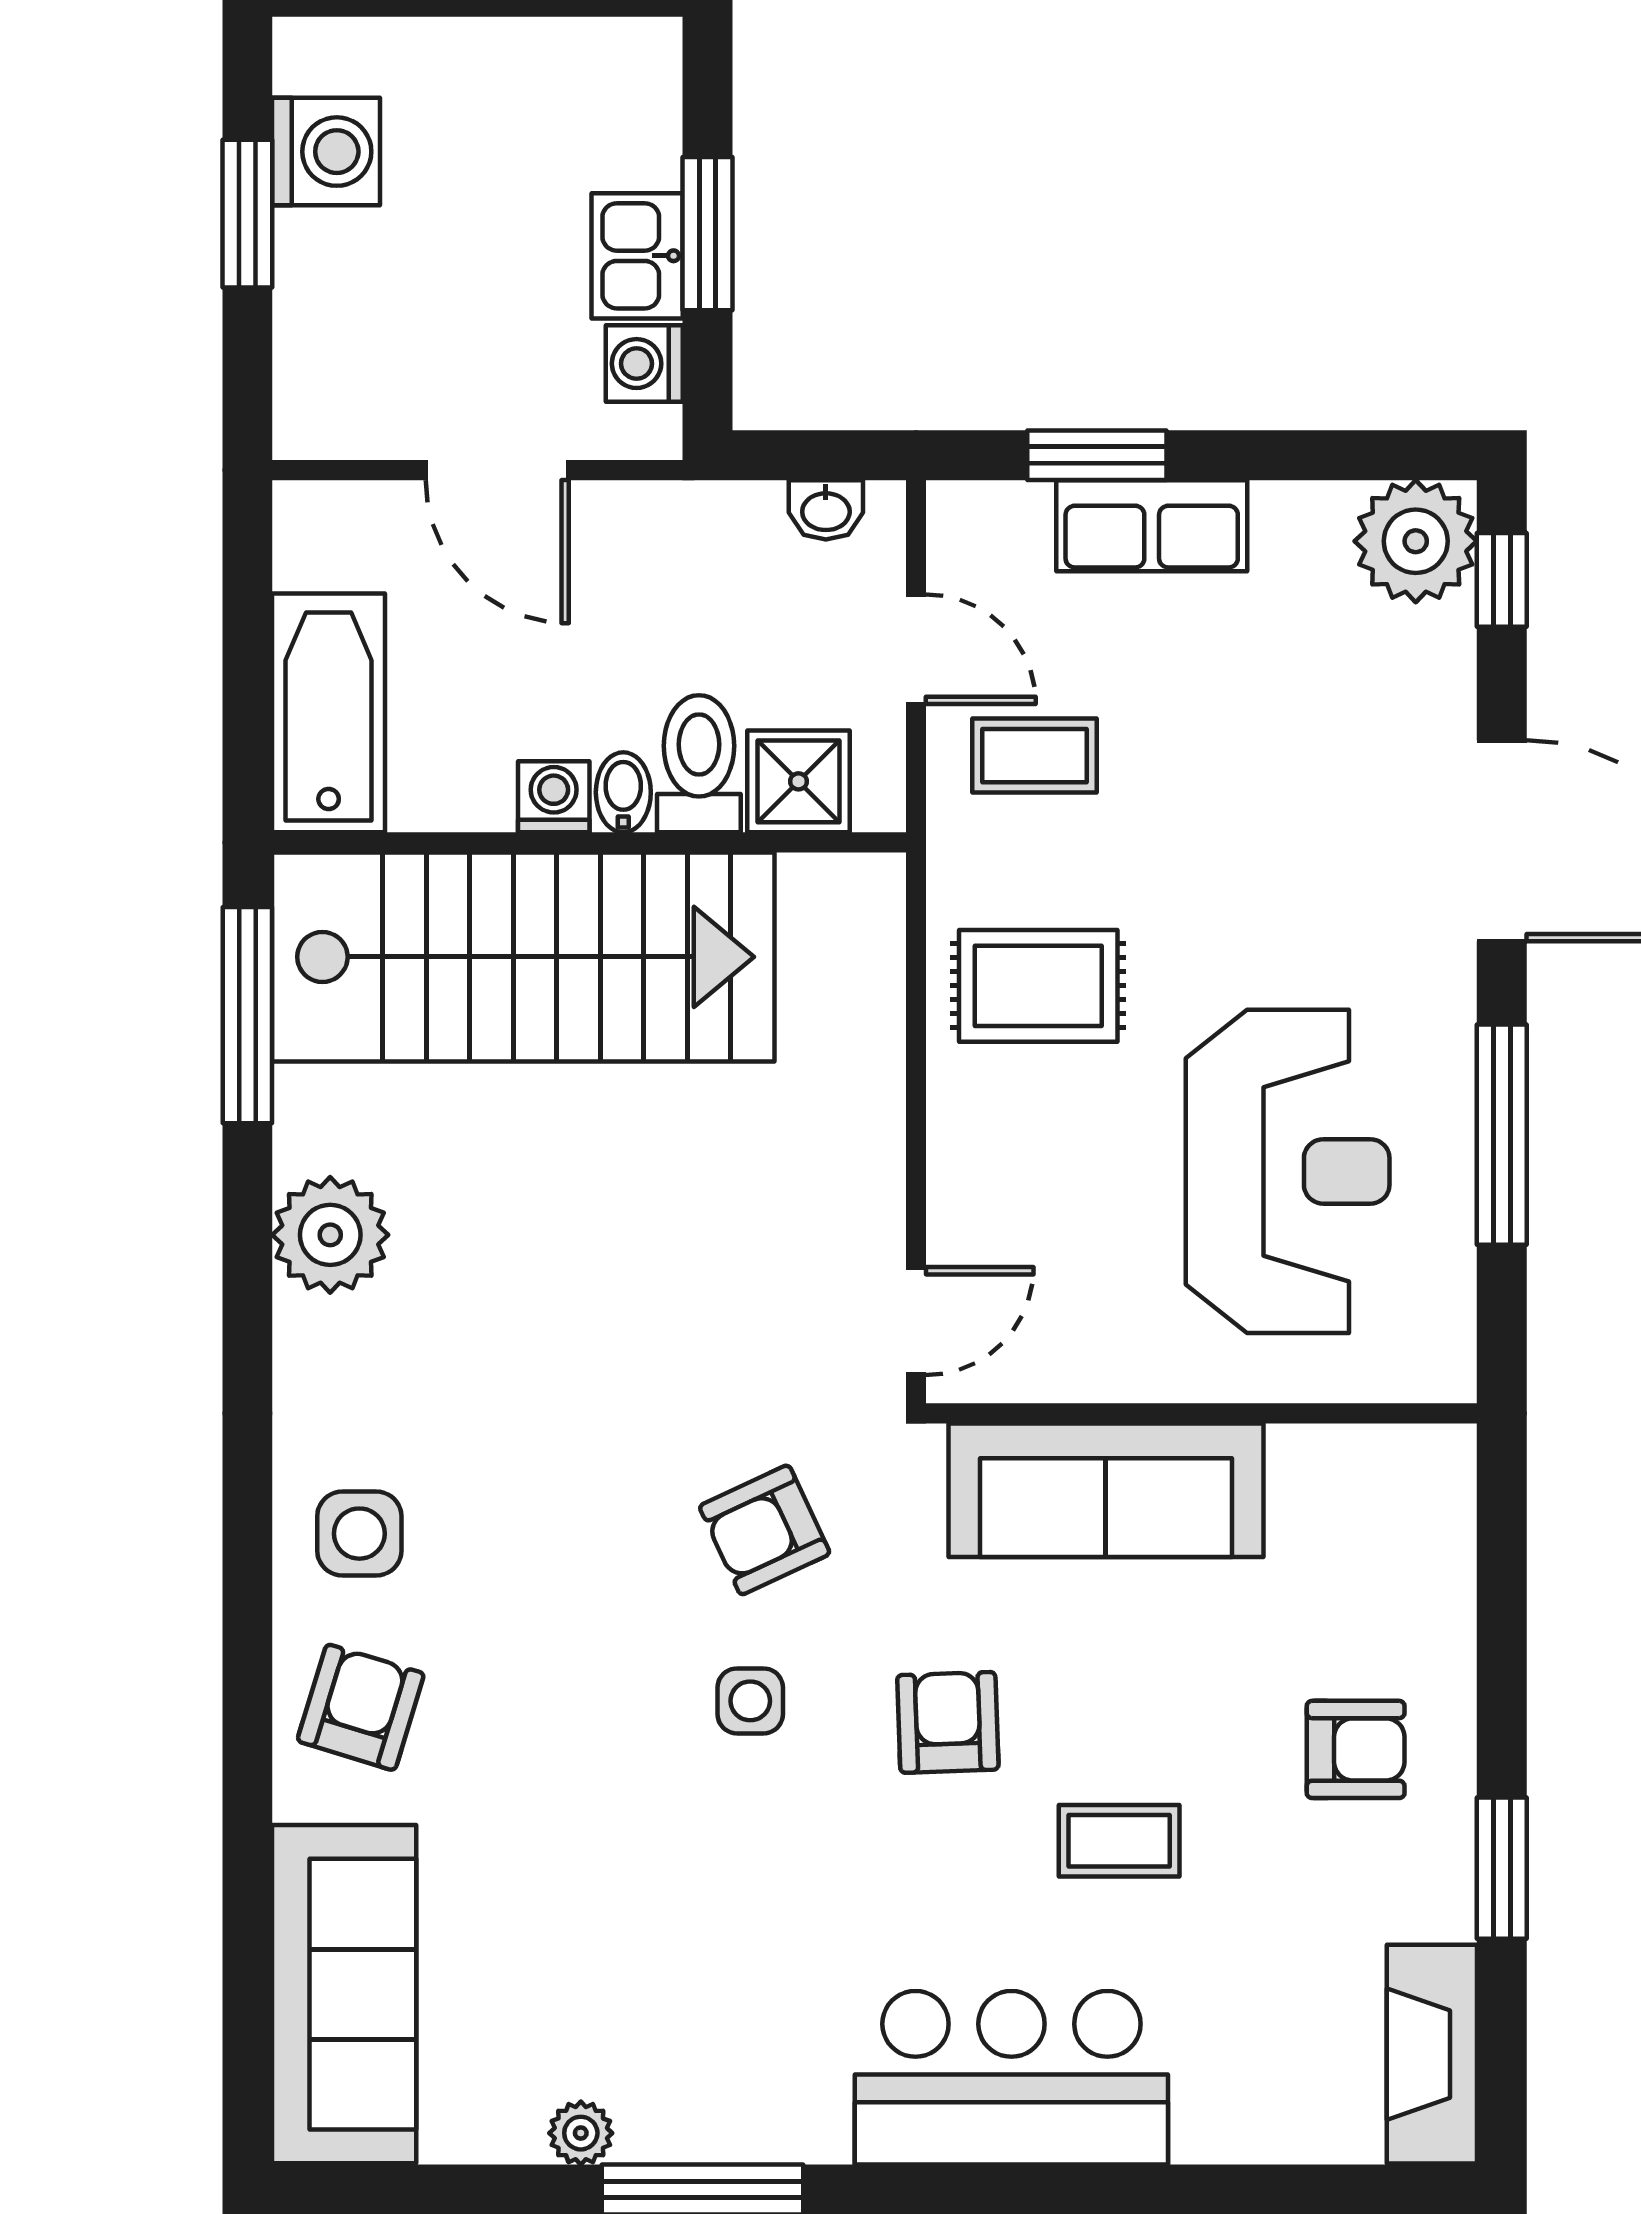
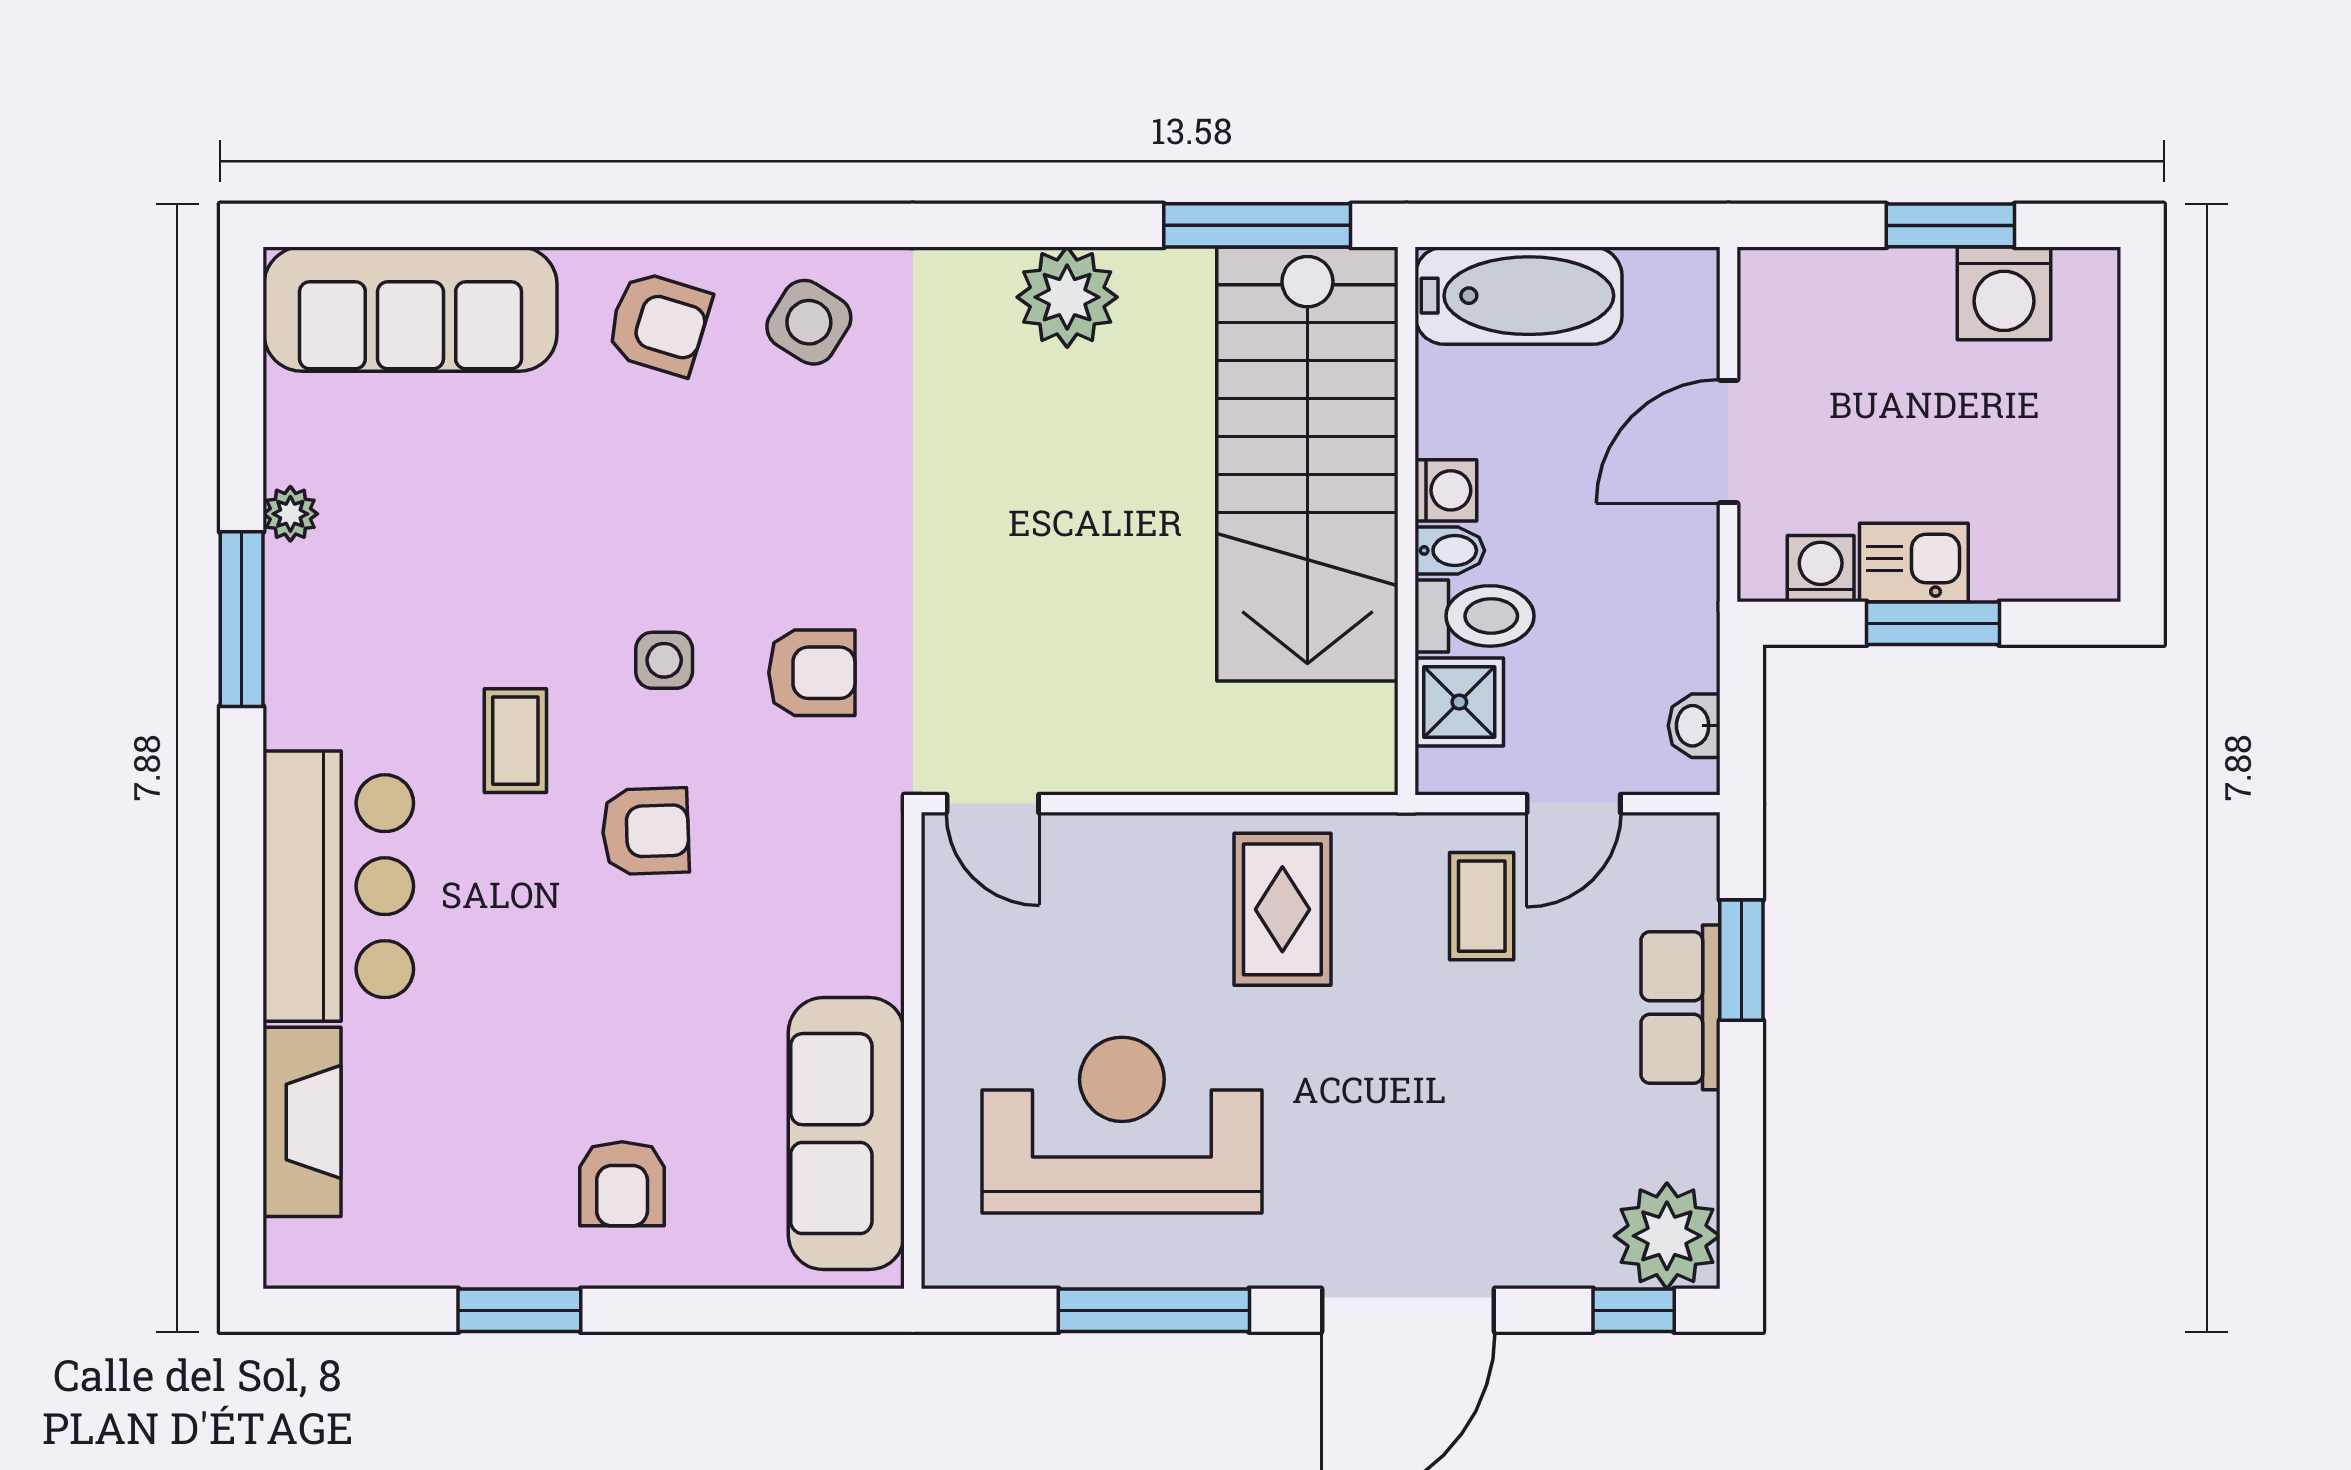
reception desk: (1288, 1171) -> (1122, 1125), turned 180
sofa: (1106, 1490) -> (846, 1134), moved
armchair: (765, 1530) -> (812, 673), turned 115
side table: (359, 1534) -> (809, 322), turned 32
coffee table: (1119, 1841) -> (515, 741), moved
fireplace: (1432, 2054) -> (302, 1122), moved, turned 90

